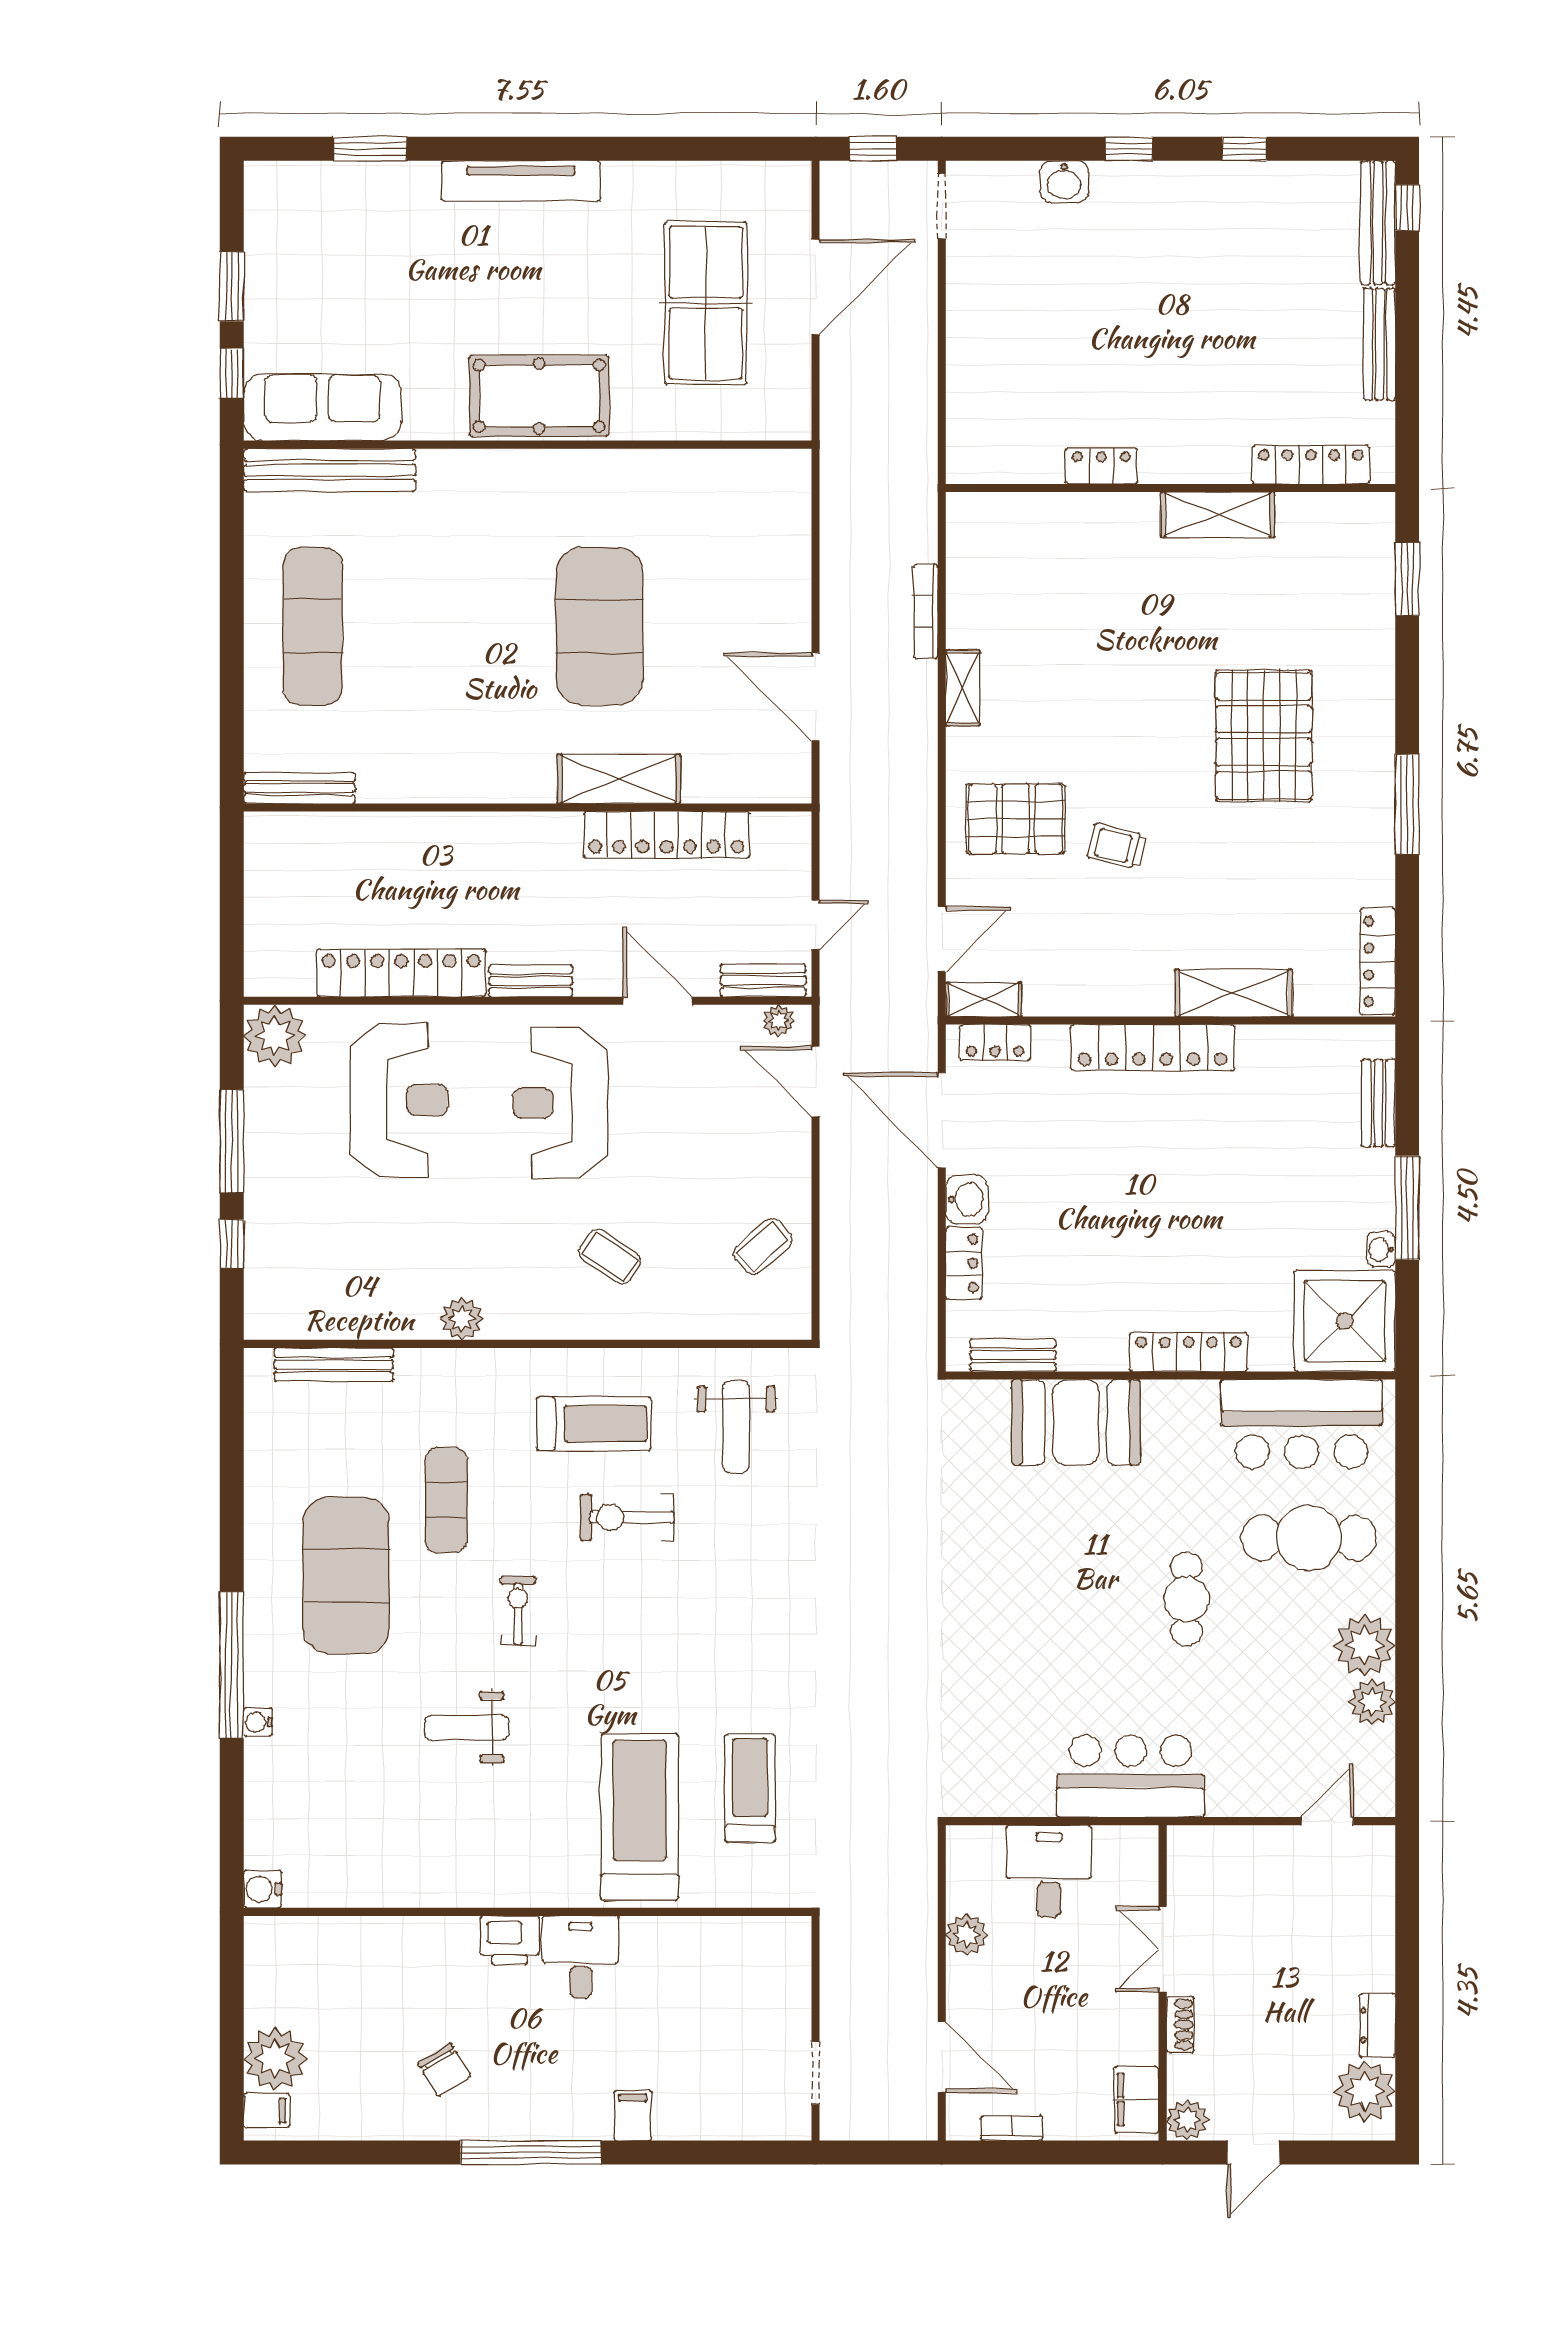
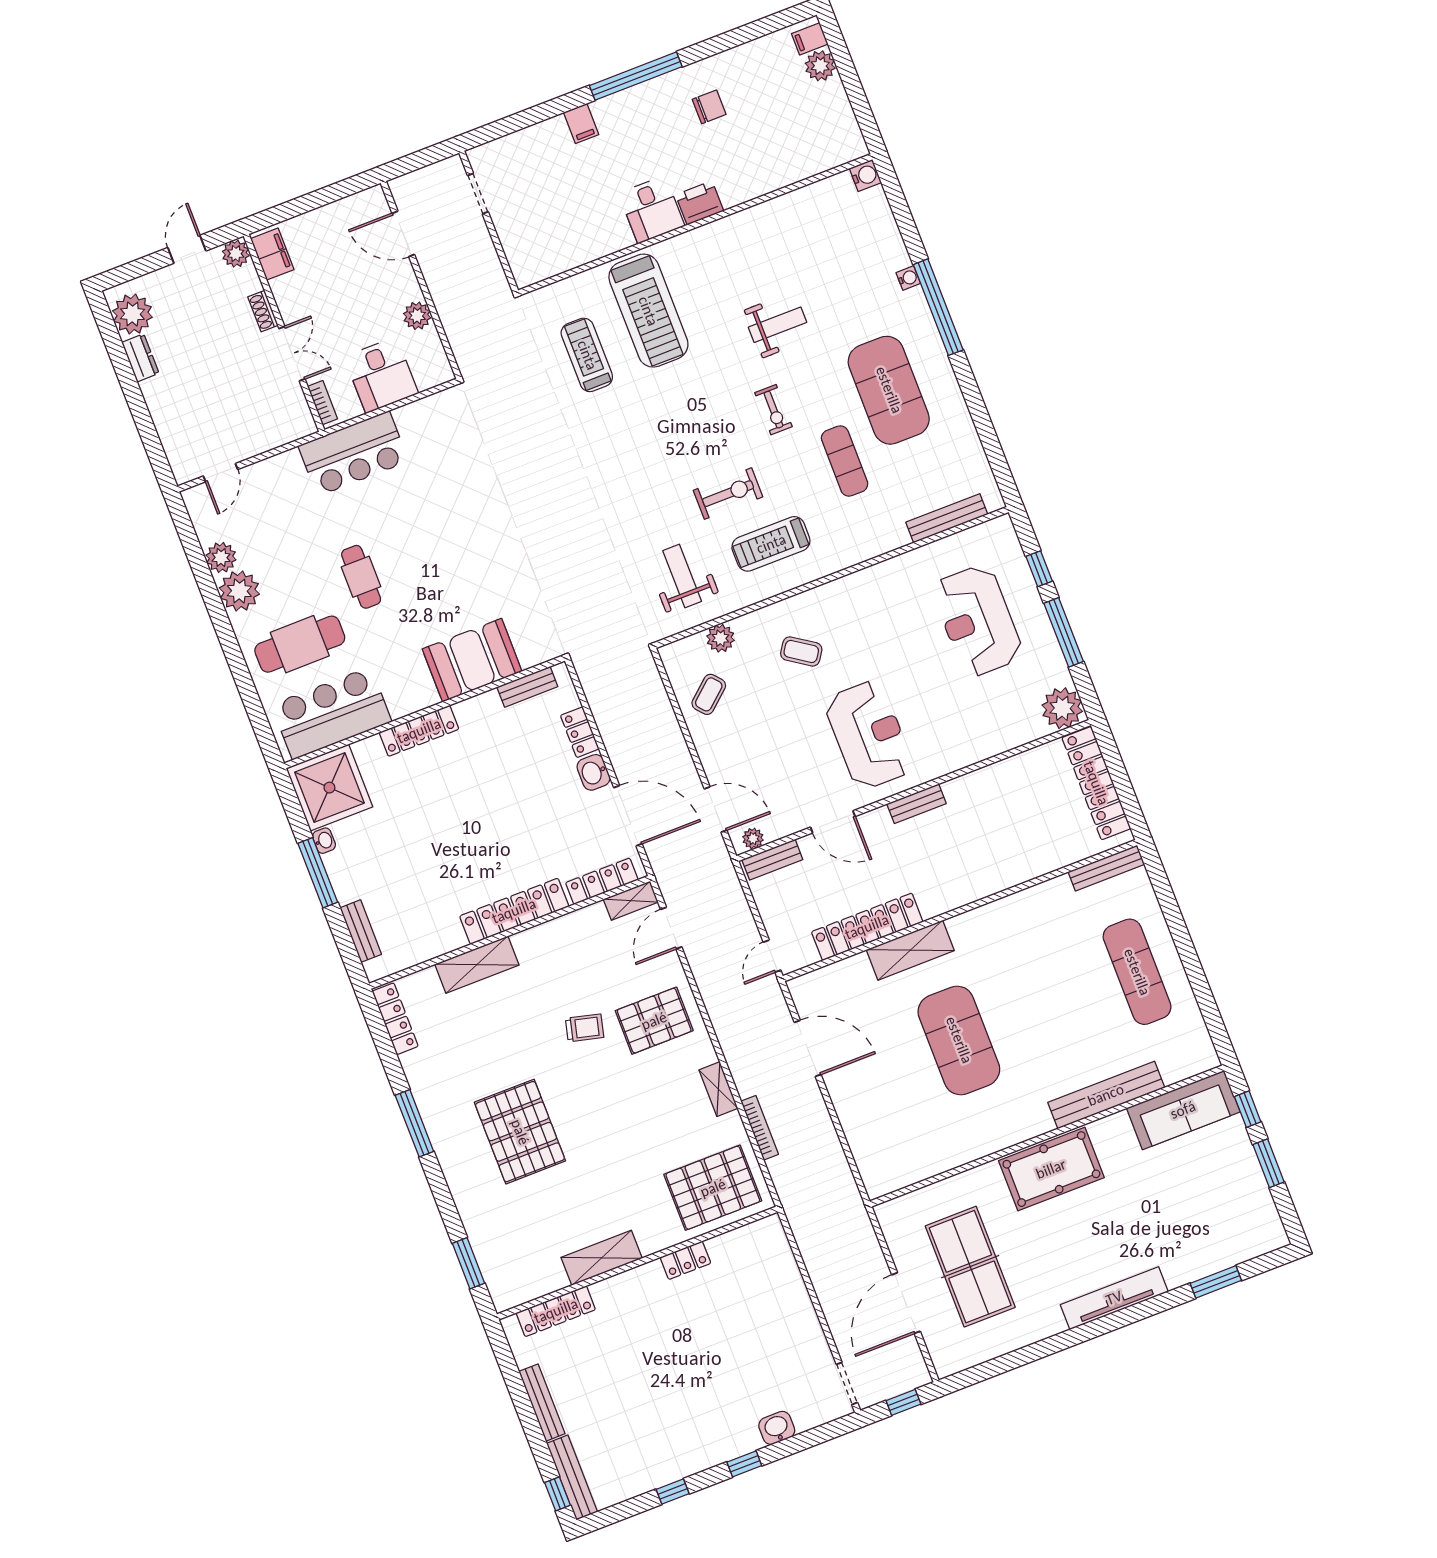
bench: (330, 470) -> (1106, 1095), moved
pallet: (1024, 553) -> (713, 1188), added
door: (816, 925) -> (772, 956), moved
locker: (401, 973) -> (1096, 783), moved, turned 90
locker: (995, 1042) -> (602, 881), width x1.53
reception desk: (399, 1100) -> (977, 621), moved
plant: (462, 1319) -> (720, 638), moved
treadmill: (750, 1788) -> (587, 355), turned 180
plant: (275, 2059) -> (820, 66), width x0.73, depth x0.73
chair: (444, 2070) -> (709, 107), turned 121
bookcase: (1012, 2128) -> (323, 403), moved, turned -90

